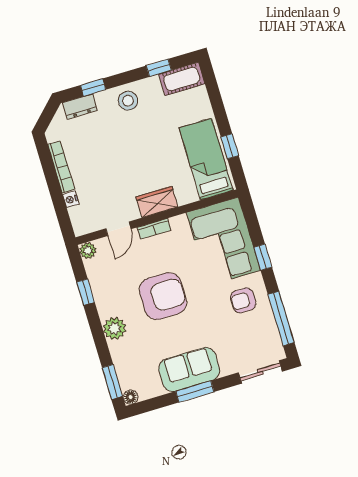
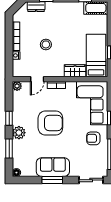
stool: (128, 101) -> (46, 44), moved
wardrobe: (157, 202) -> (75, 71), moved
window: (86, 292) -> (9, 118), moved
window: (112, 382) -> (9, 149), moved

